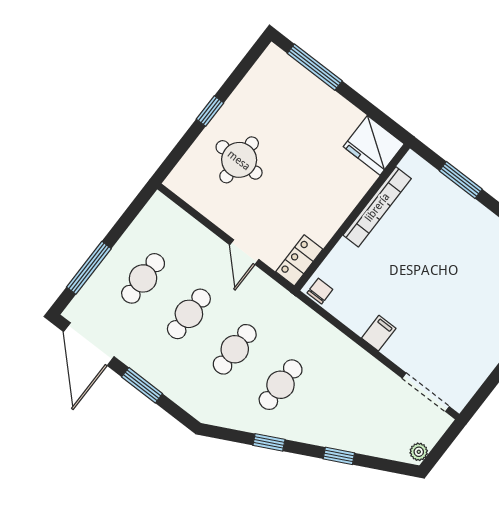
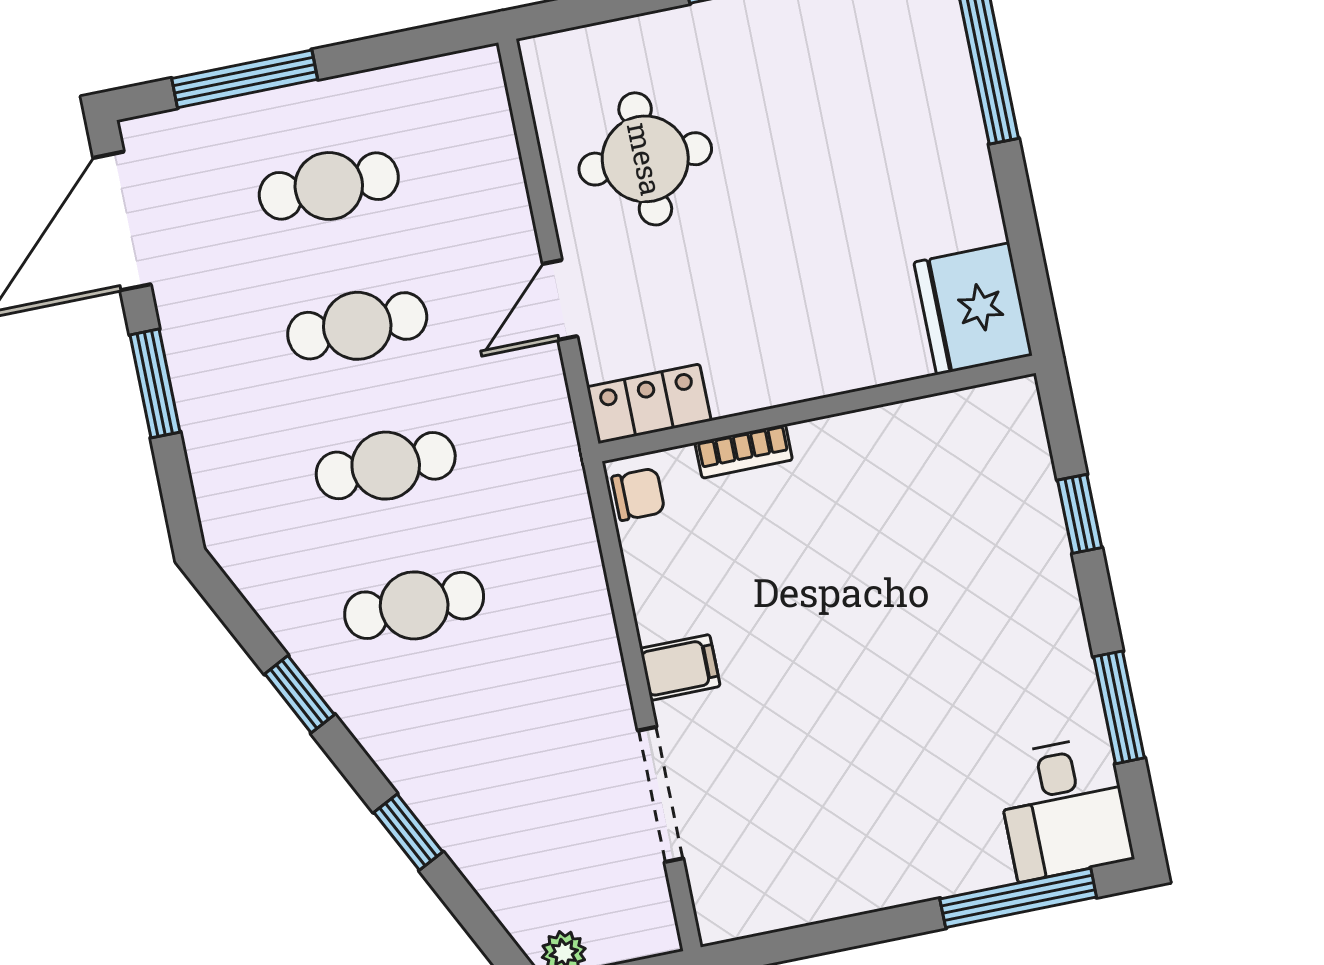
round table: (239, 160) -> (645, 159), moved
window: (461, 180) -> (1080, 514), width x0.67
bookcase: (377, 207) -> (744, 451), moved, width x0.43, depth x0.76
doorway: (426, 392) -> (661, 794), moved

